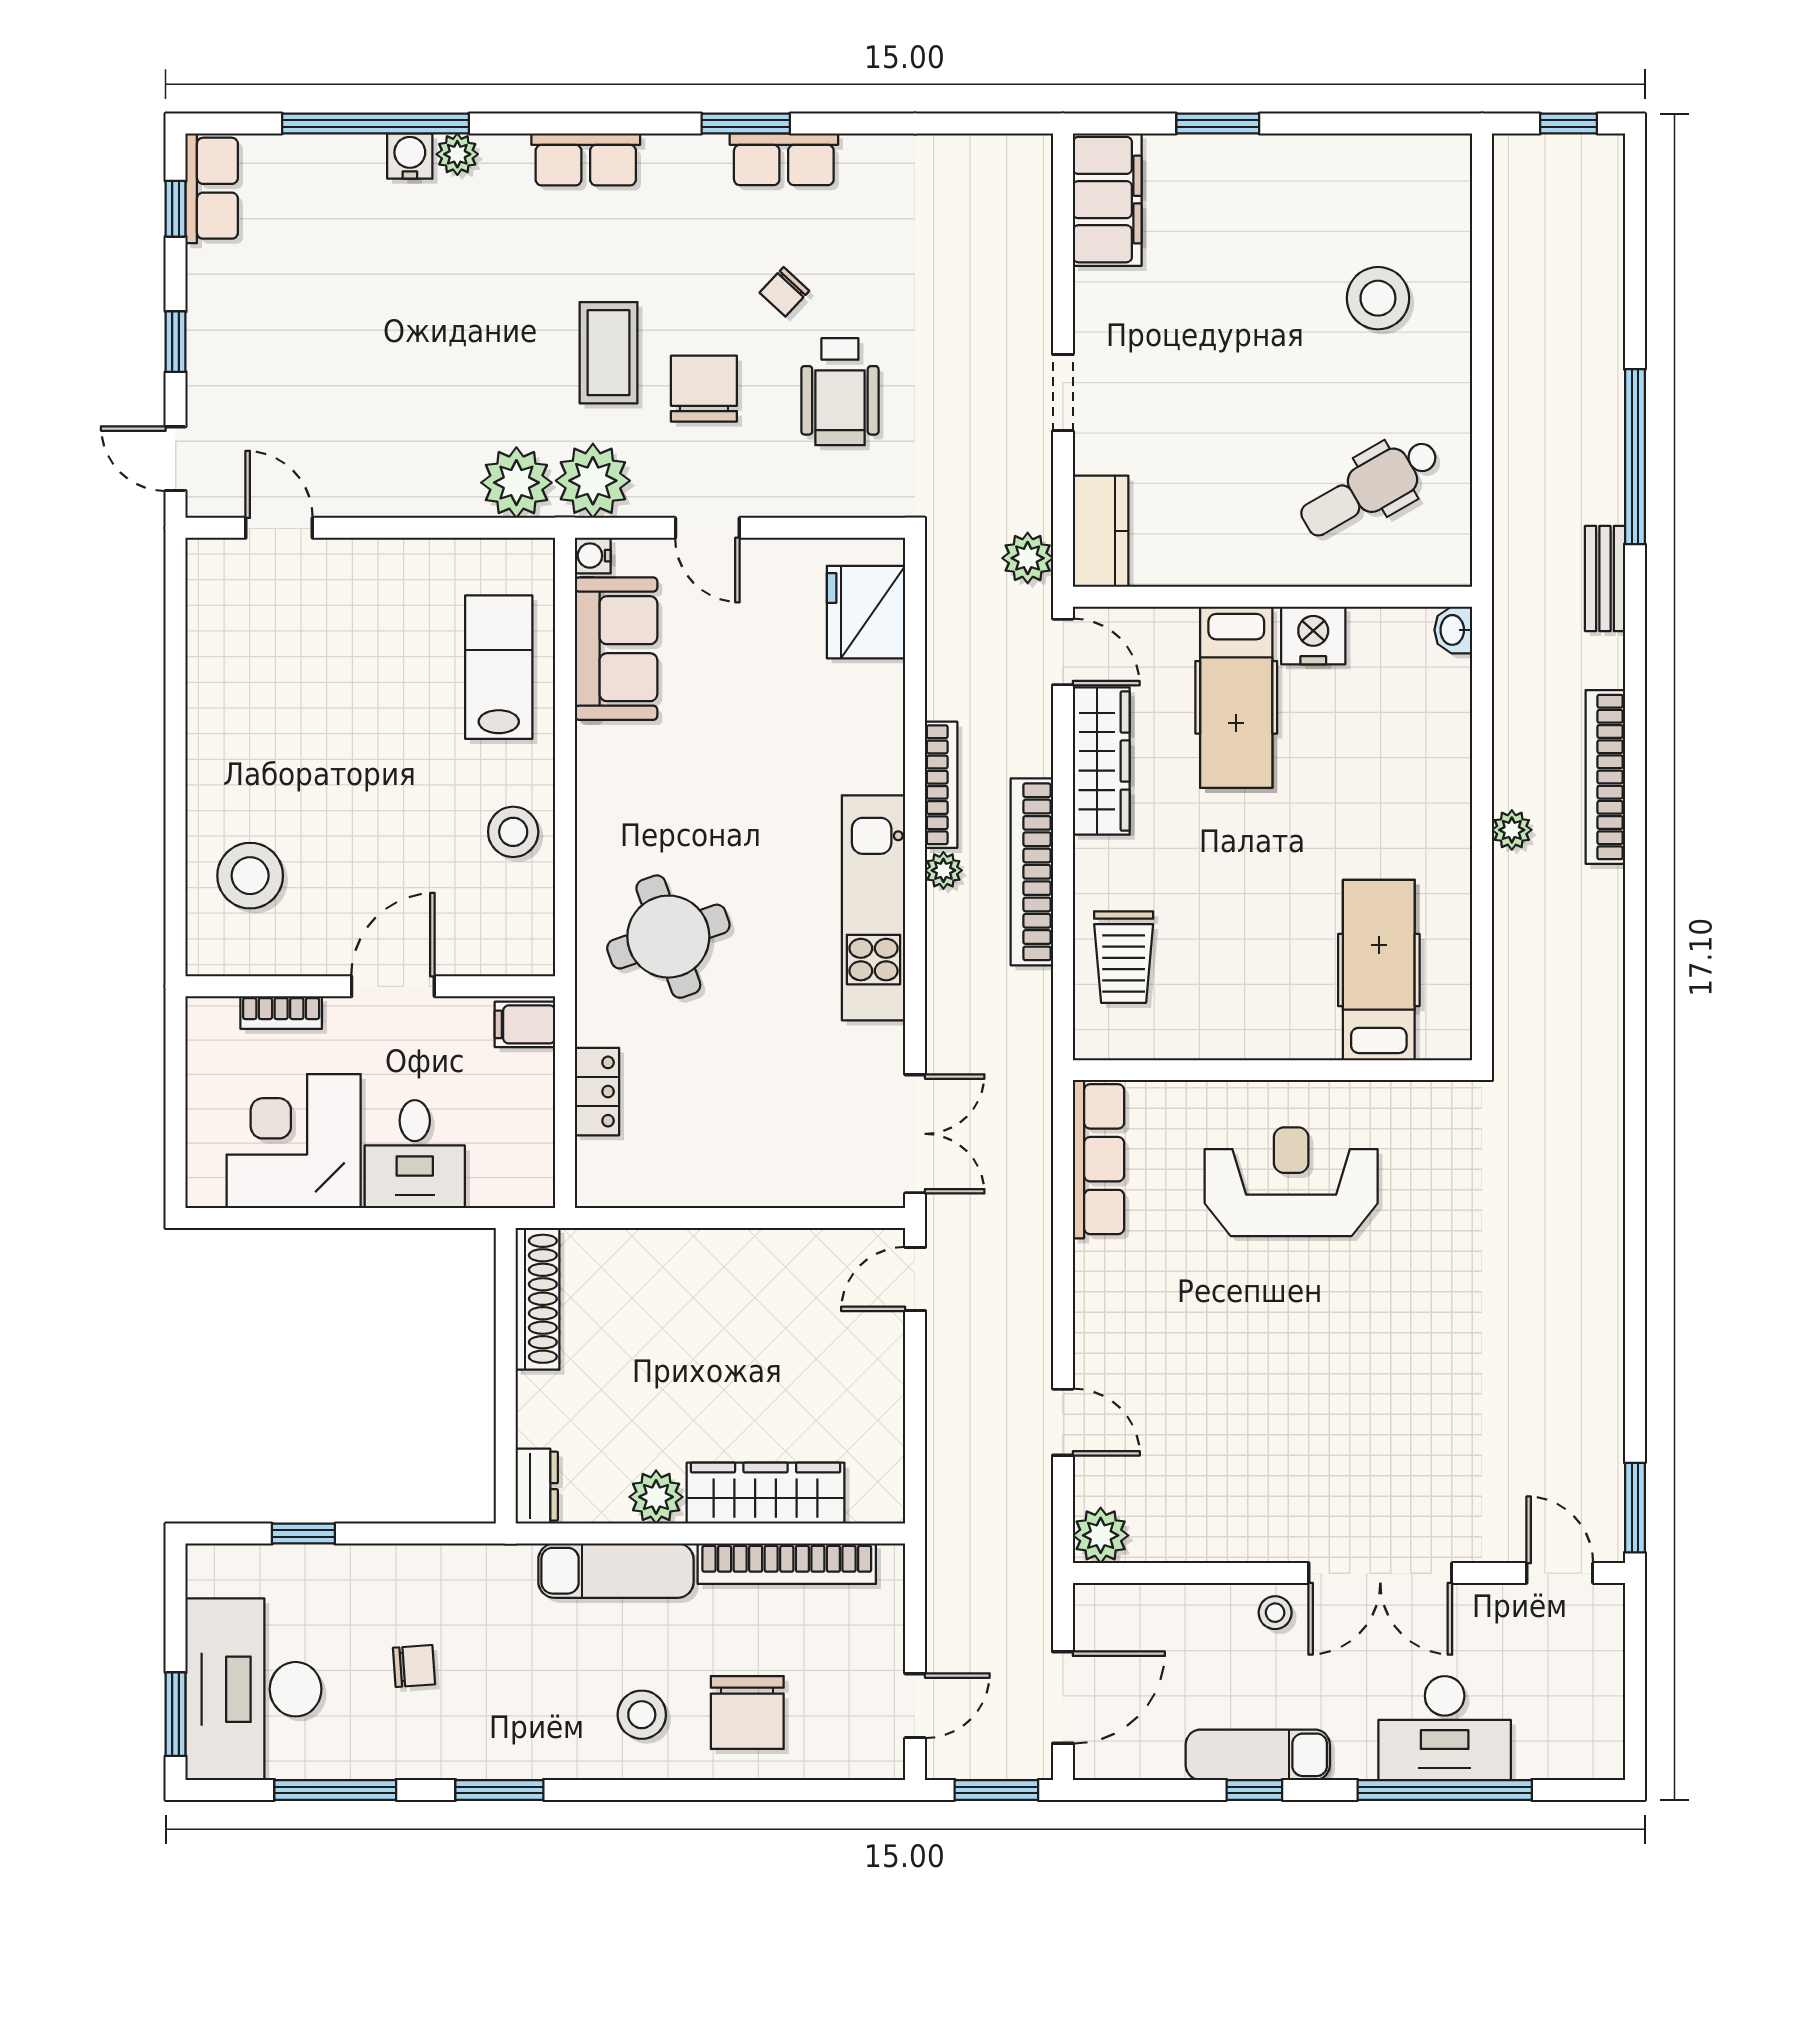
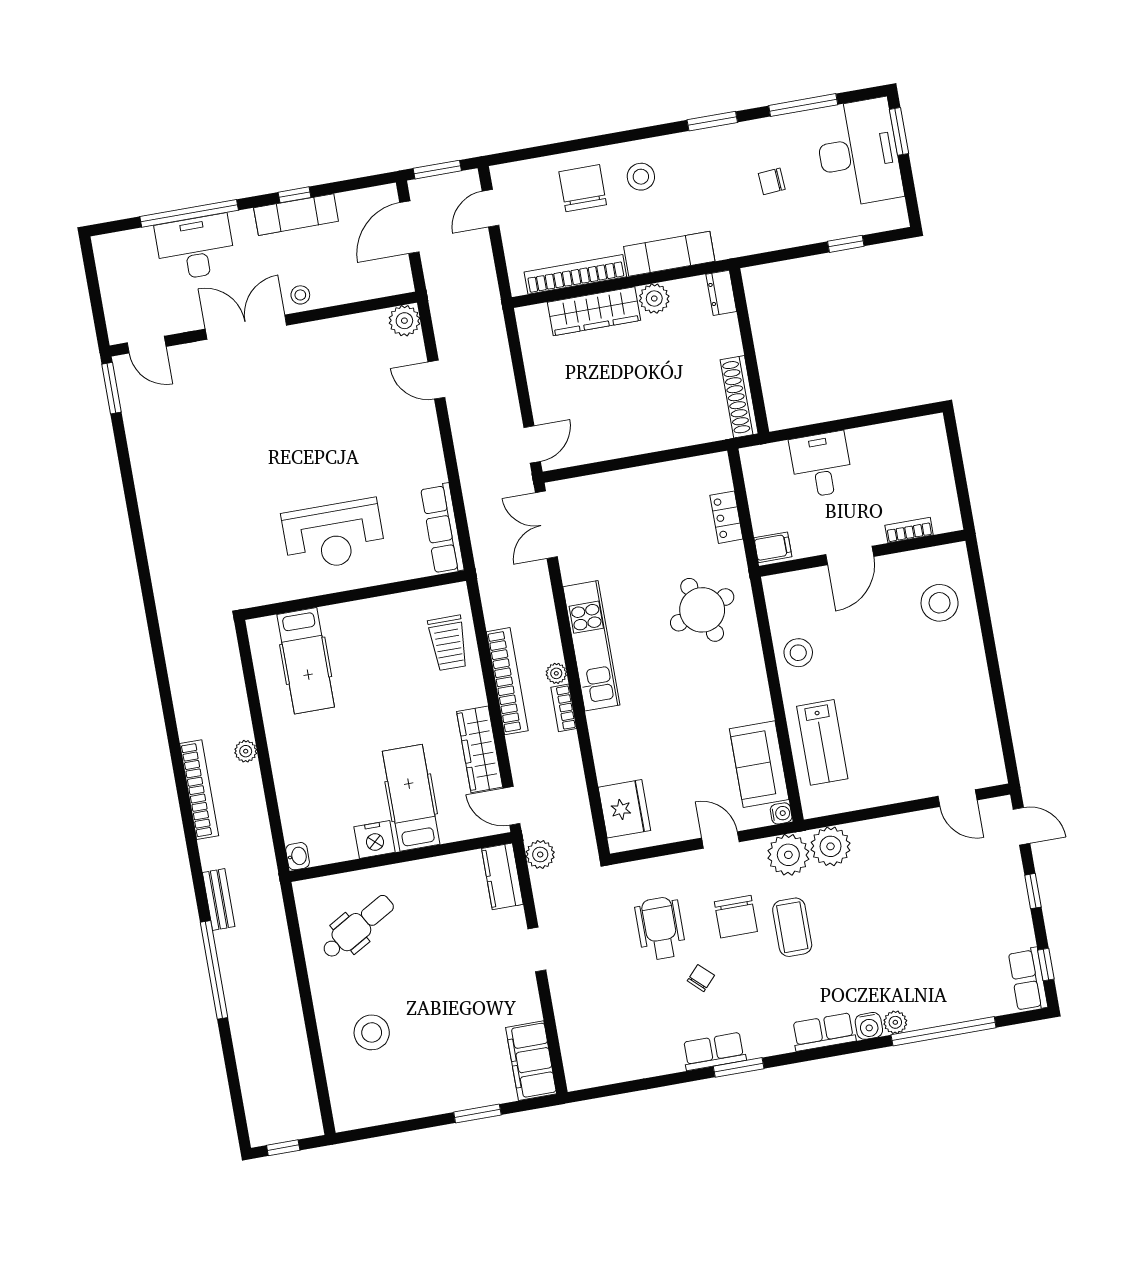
water cooler: (410, 156) -> (869, 1026), moved
bookcase: (941, 785) -> (564, 708), width x0.64
trolley: (1124, 957) -> (448, 643), turned 180
corner desk: (294, 1141) -> (890, 460), removed

